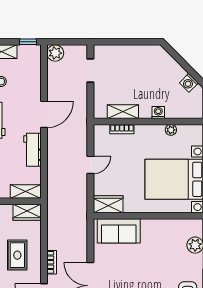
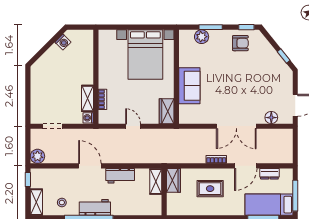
washing machine: (158, 112) -> (88, 118), moved
plant: (171, 130) -> (103, 57), removed
sofa: (119, 231) -> (189, 86), moved

